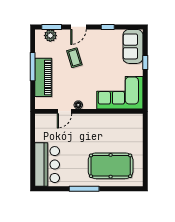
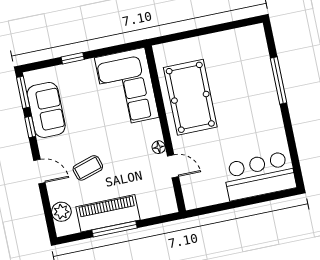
window: (52, 27) -> (23, 92), moved
sofa: (133, 46) -> (46, 110), moved, turned -90
piano: (43, 77) -> (108, 213), moved
pool table: (111, 166) -> (190, 97), moved
window: (84, 189) -> (279, 81), moved

